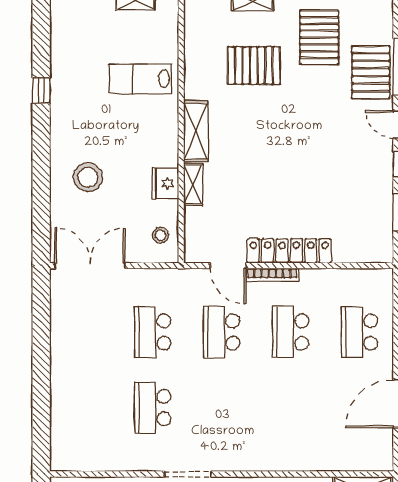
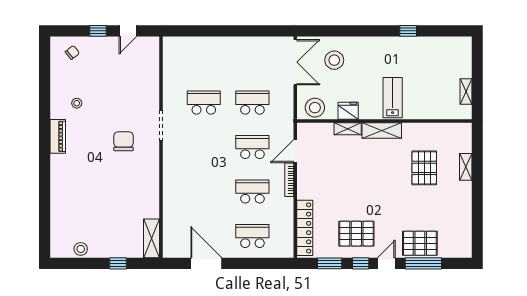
pallet: (319, 37) -> (356, 234), moved
lab bench: (140, 79) -> (393, 98), moved
stool: (88, 177) -> (334, 60), moved
stool: (160, 235) -> (315, 108), width x1.89, depth x1.89
locker: (289, 251) -> (305, 228), moved

